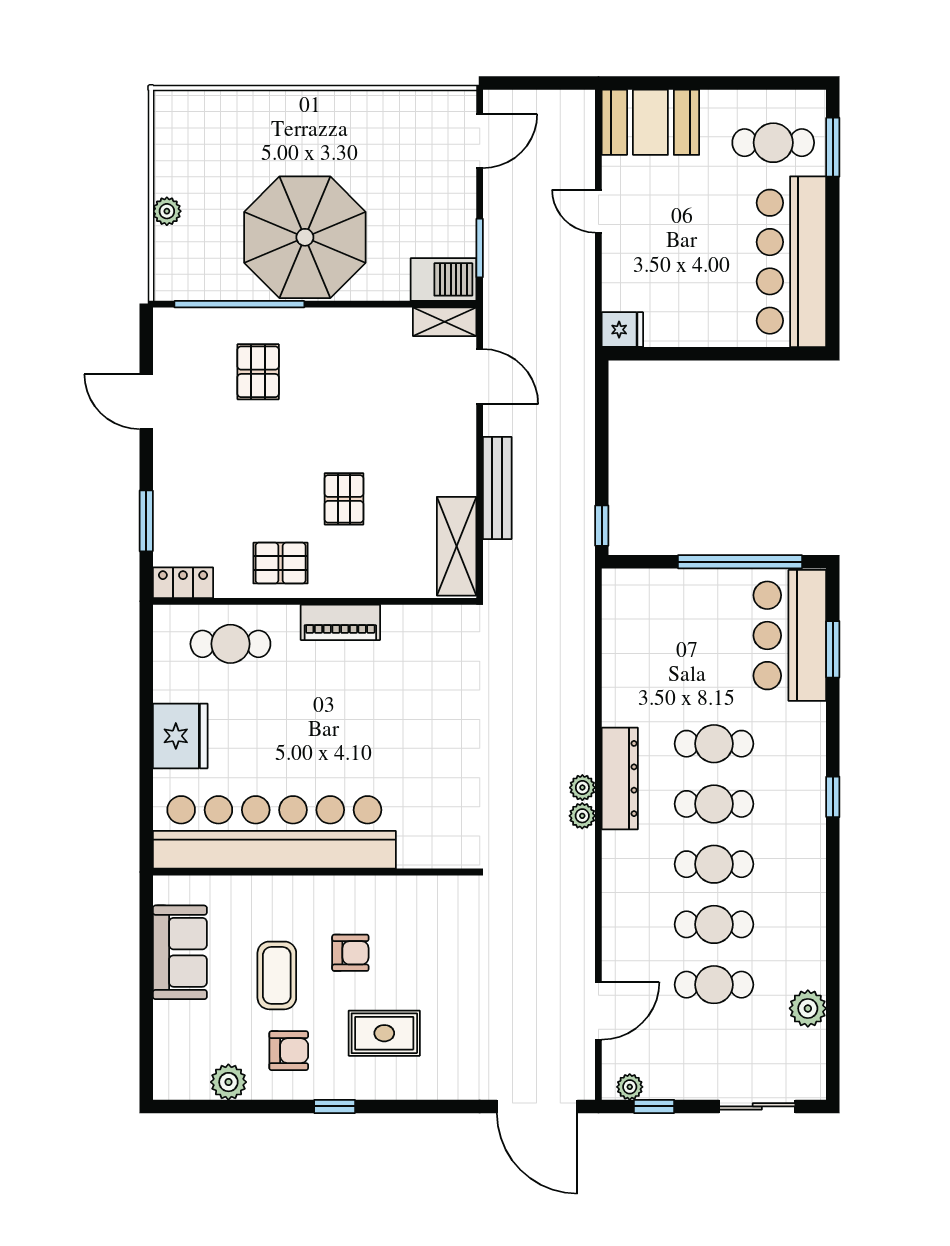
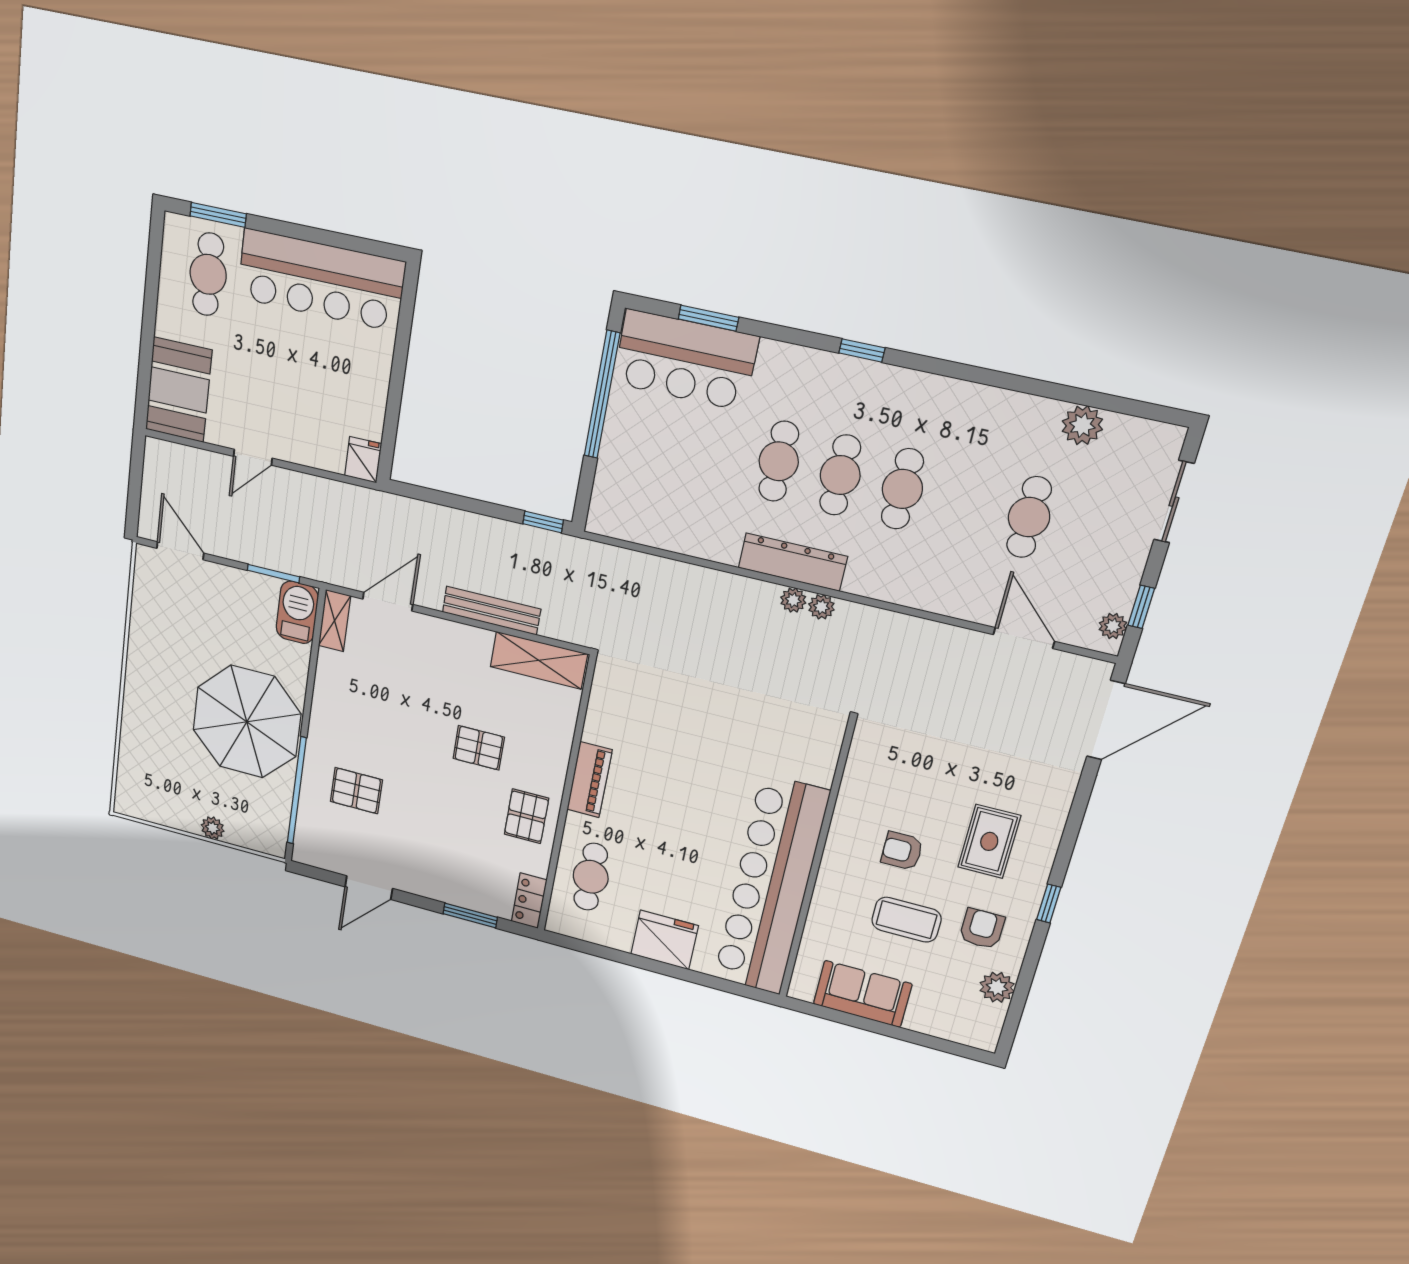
cafe table: (714, 924) -> (965, 503), removed
armchair: (350, 953) -> (902, 851), turned -90

